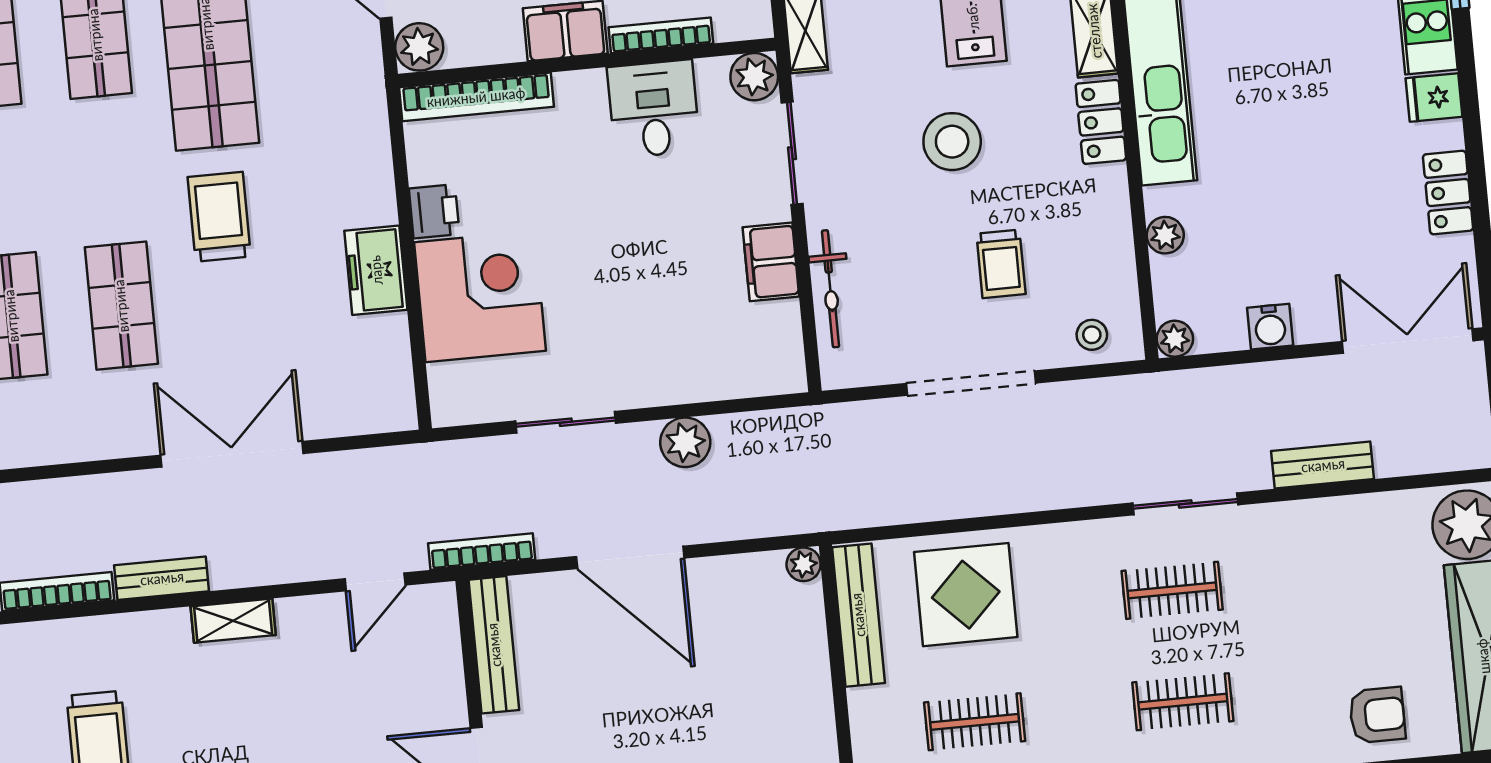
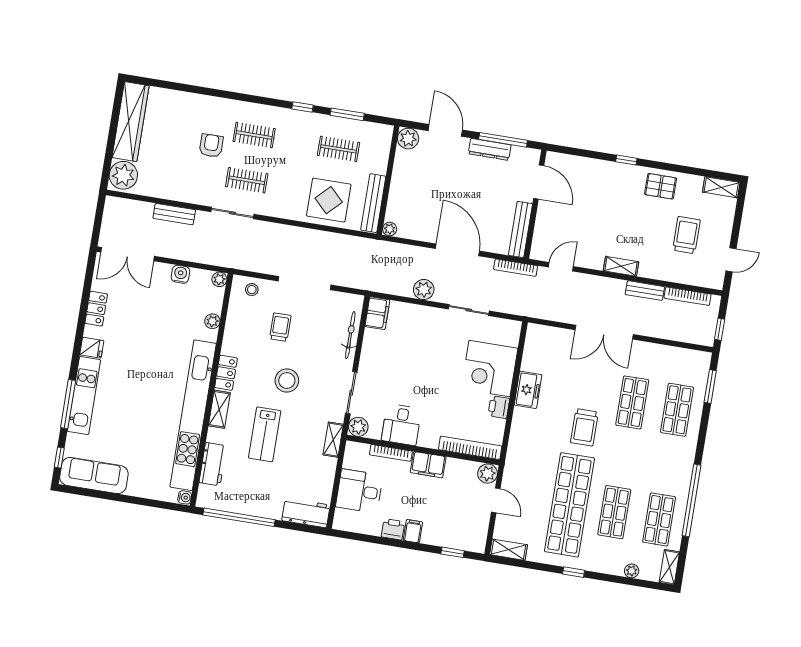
filing cabinet: (771, 262) -> (377, 313), moved
armchair: (1377, 715) -> (211, 146), moved, turned 90

